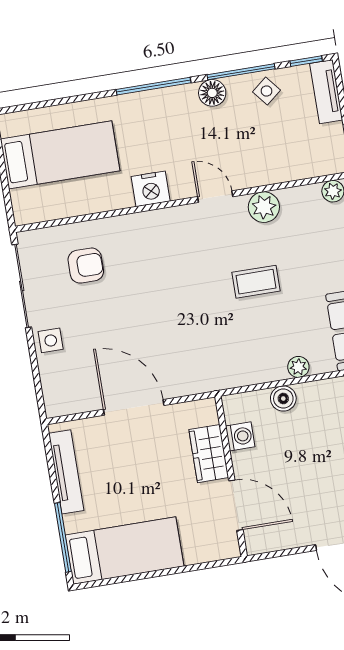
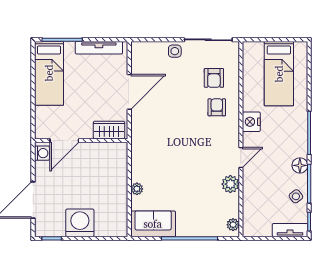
armchair: (136, 252) -> (217, 107), added
coffee table: (256, 282) -> (189, 173), removed
boiler: (283, 398) -> (120, 177), removed
washing machine: (240, 436) -> (42, 153), moved, turned -90
wardrobe: (209, 454) -> (109, 130), moved

